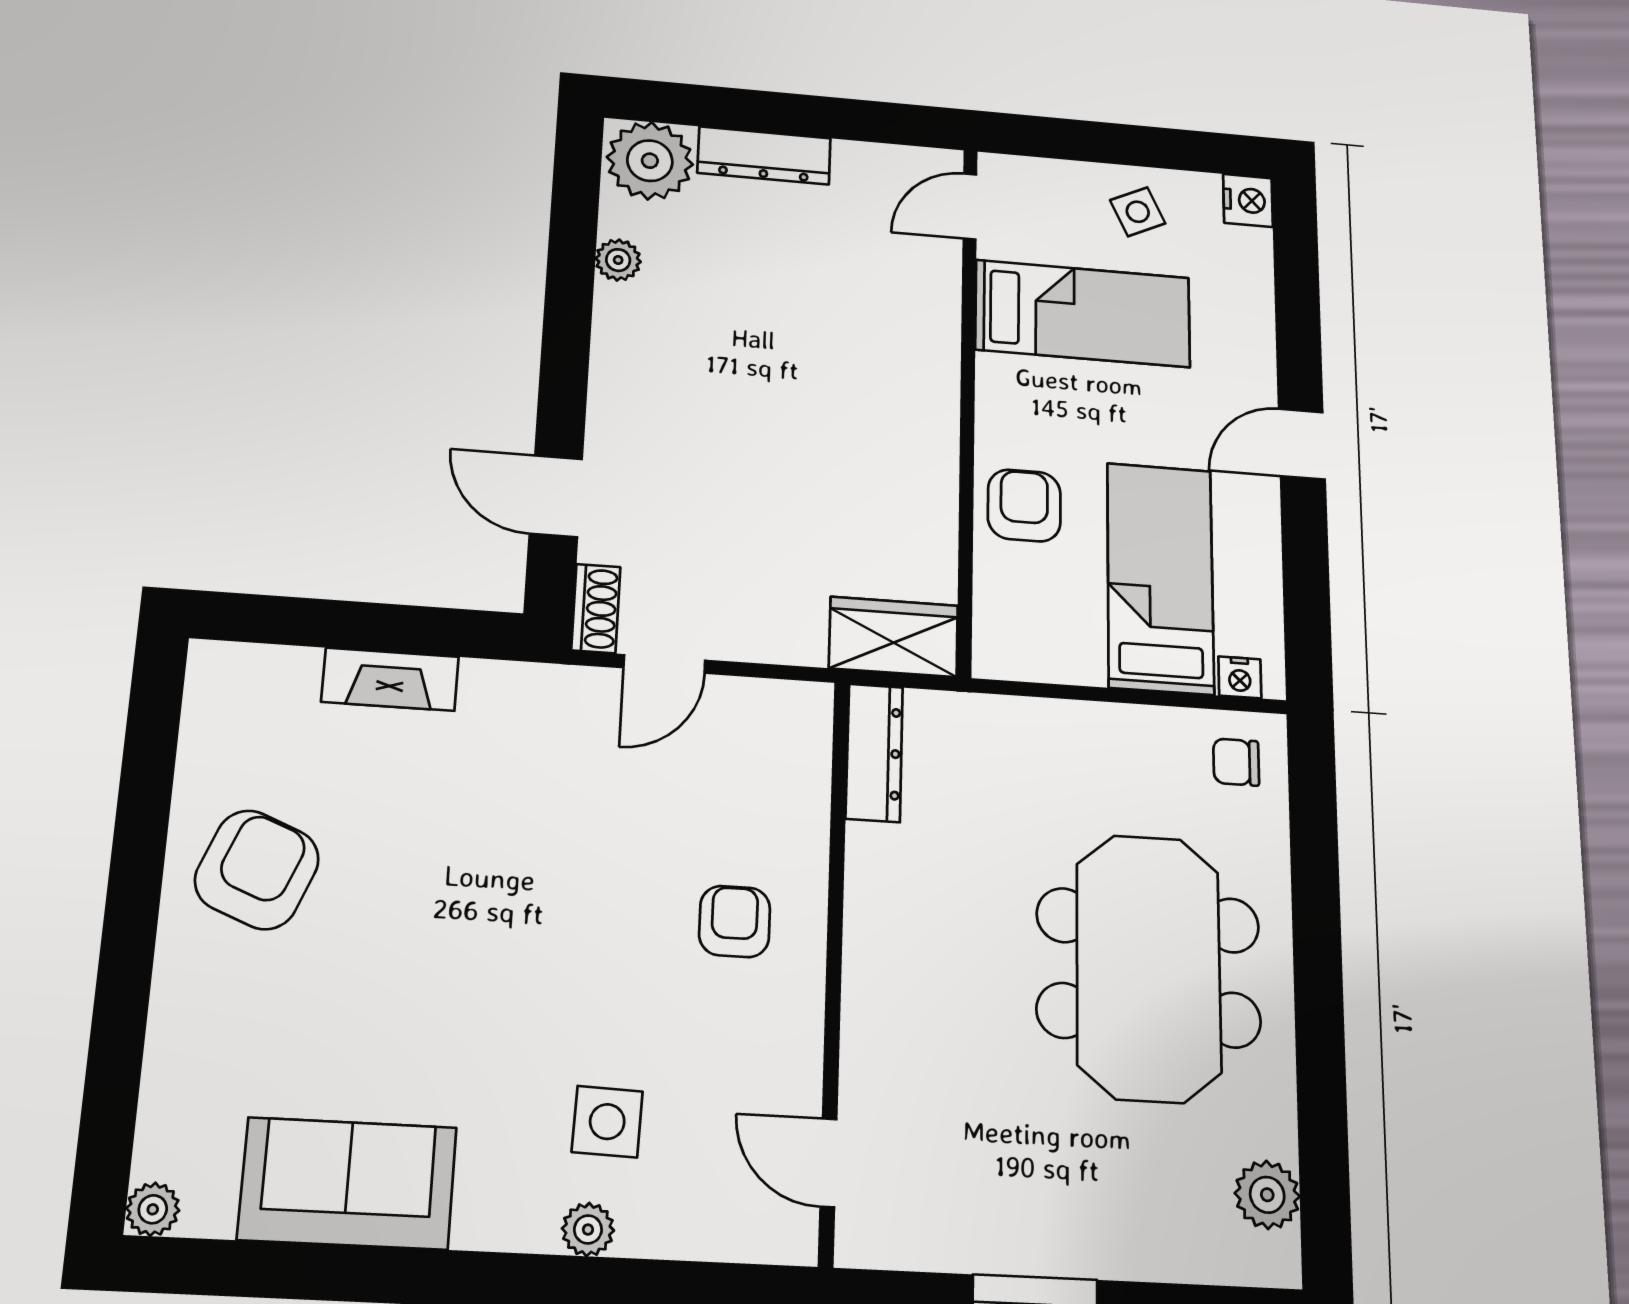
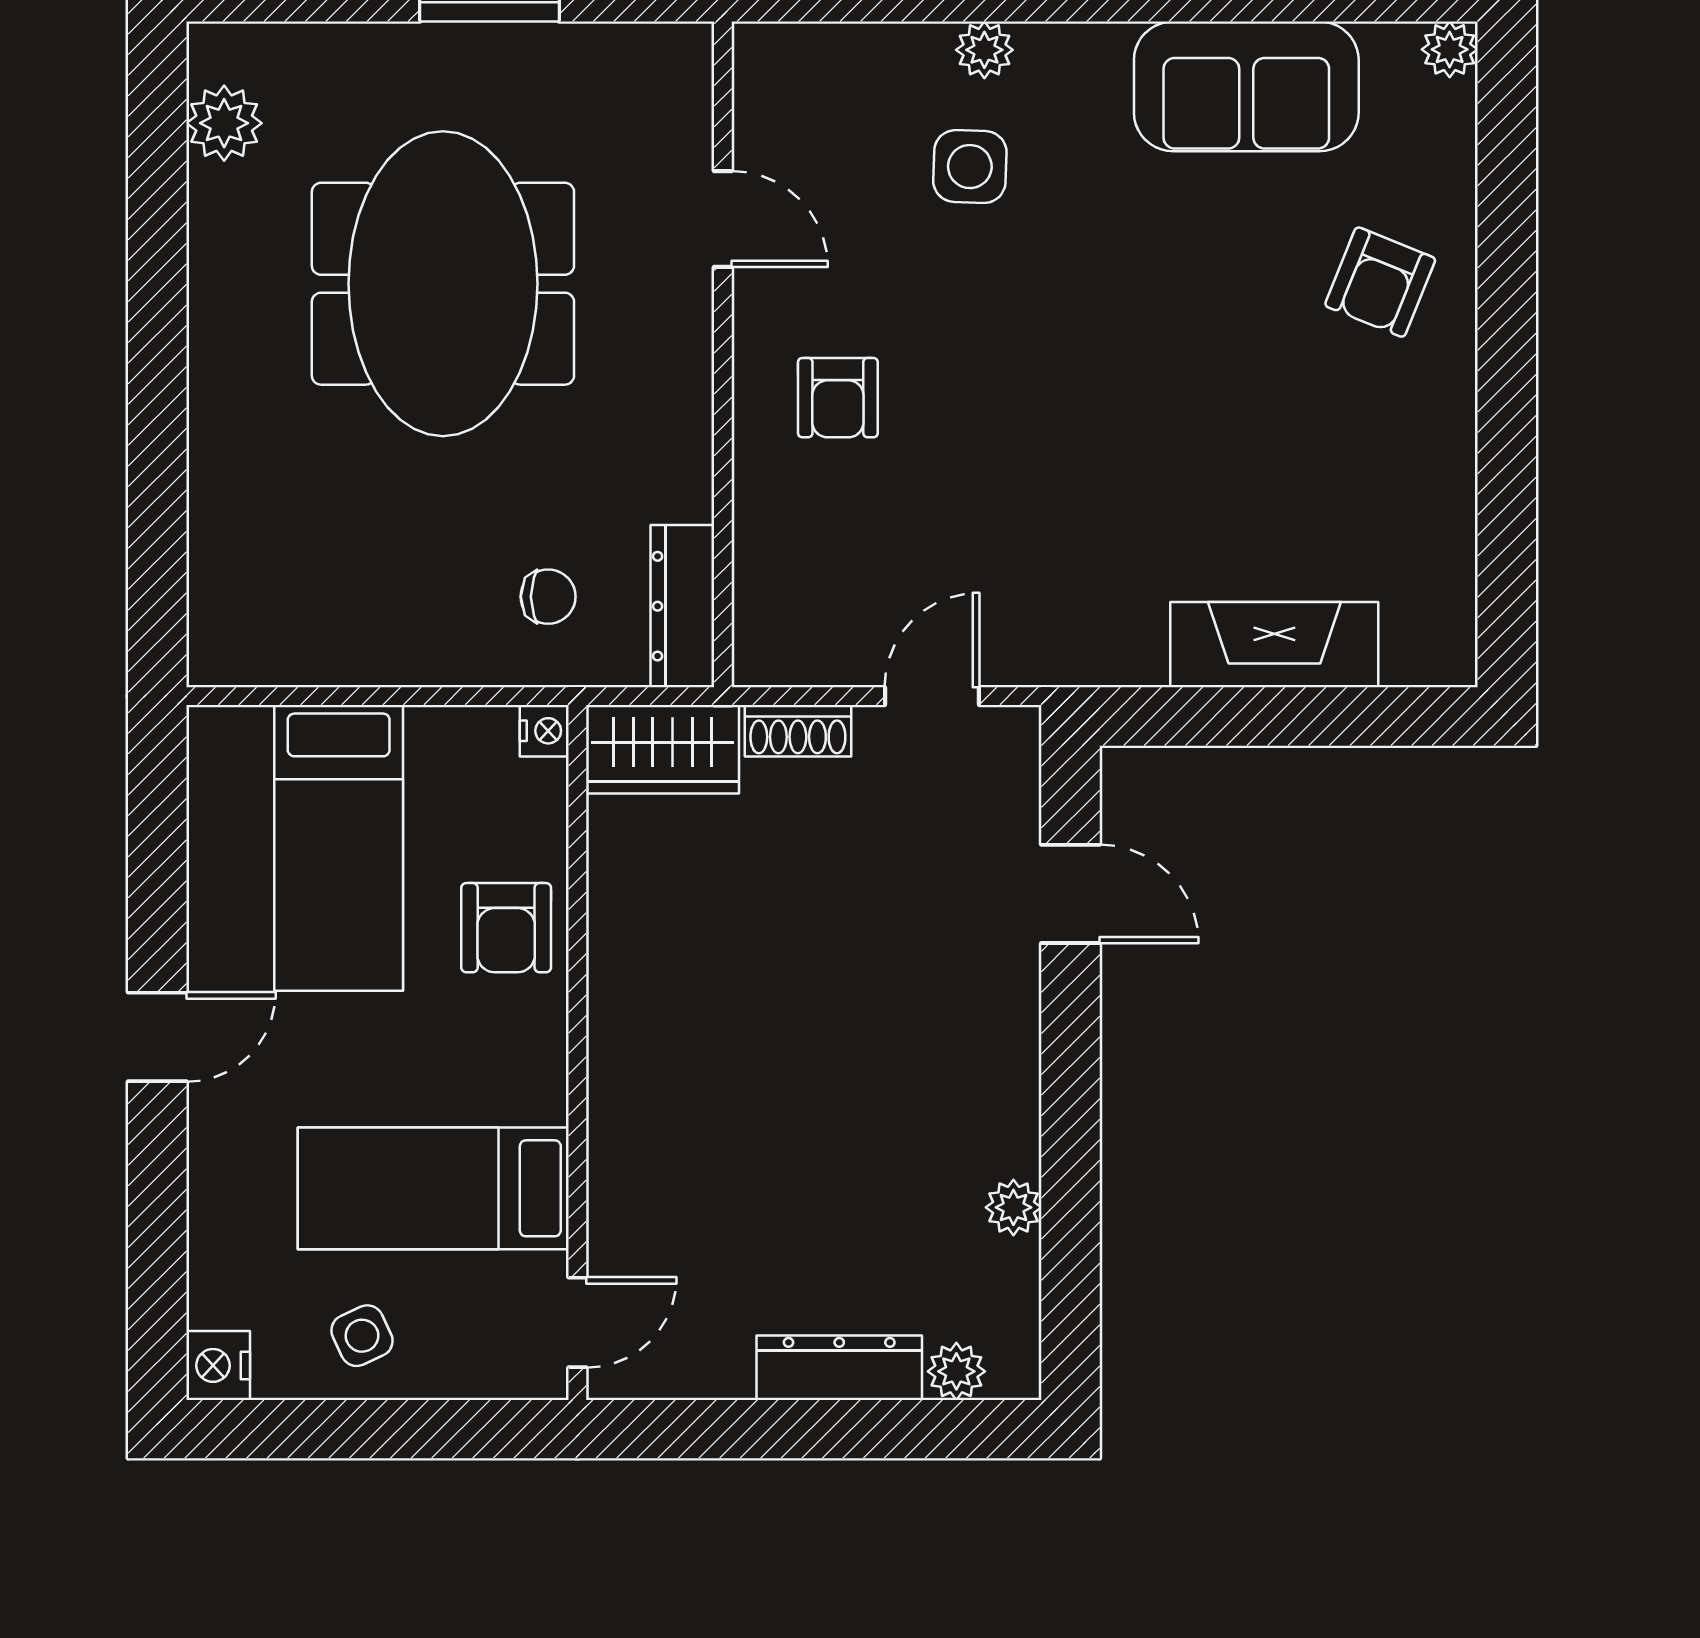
plant: (650, 161) -> (956, 1371), width x0.53, depth x0.53
shoe rack: (596, 608) -> (798, 731), moved, turned -90
nightstand: (1240, 677) -> (544, 731), moved, turned 90
fireplace: (390, 679) -> (1274, 645), width x1.37, depth x1.32
chair: (1236, 762) -> (548, 597), moved
armchair: (257, 870) -> (1380, 282), moved, width x0.72, depth x0.72
meeting table: (1148, 968) -> (443, 284), moved
door: (828, 1163) -> (723, 219), moved

